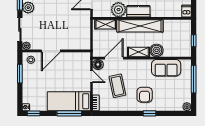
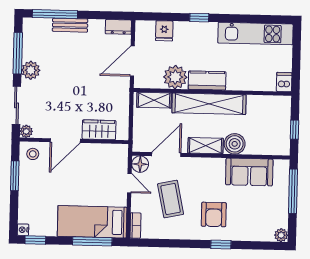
wardrobe: (72, 44) -> (99, 130), added

